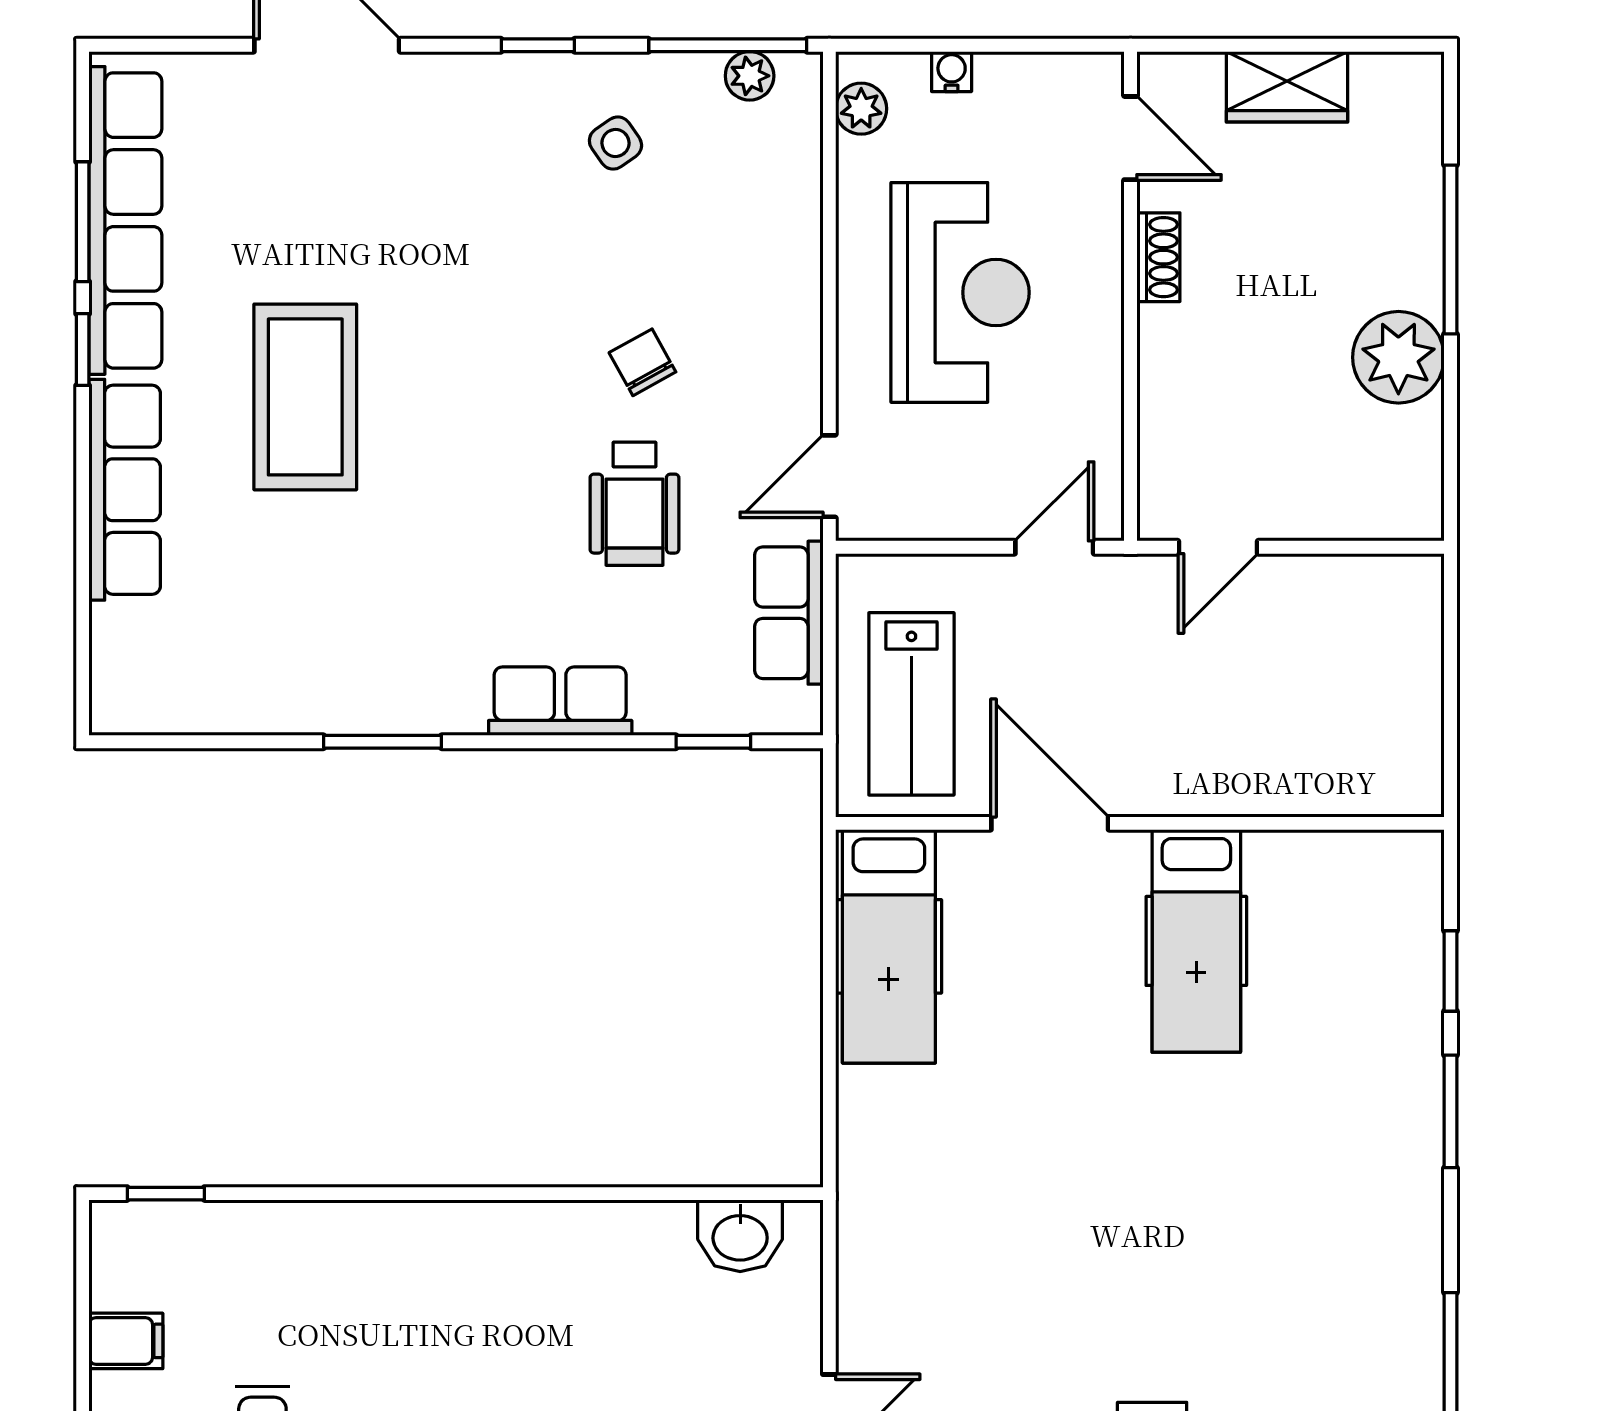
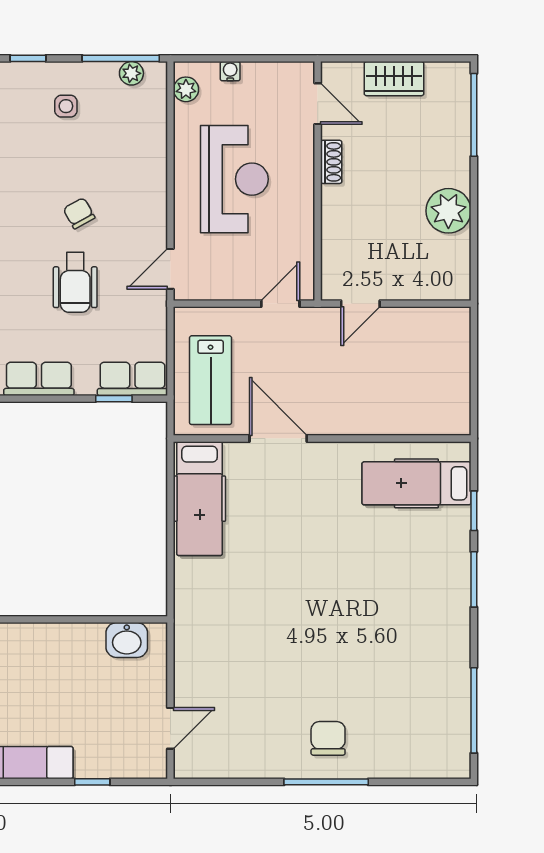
side table: (615, 143) -> (66, 106), turned 35
window: (1451, 250) -> (474, 115), moved
row of seats: (789, 613) -> (132, 379), moved, turned 90
hospital bed: (1196, 941) -> (416, 483), moved, turned 90

